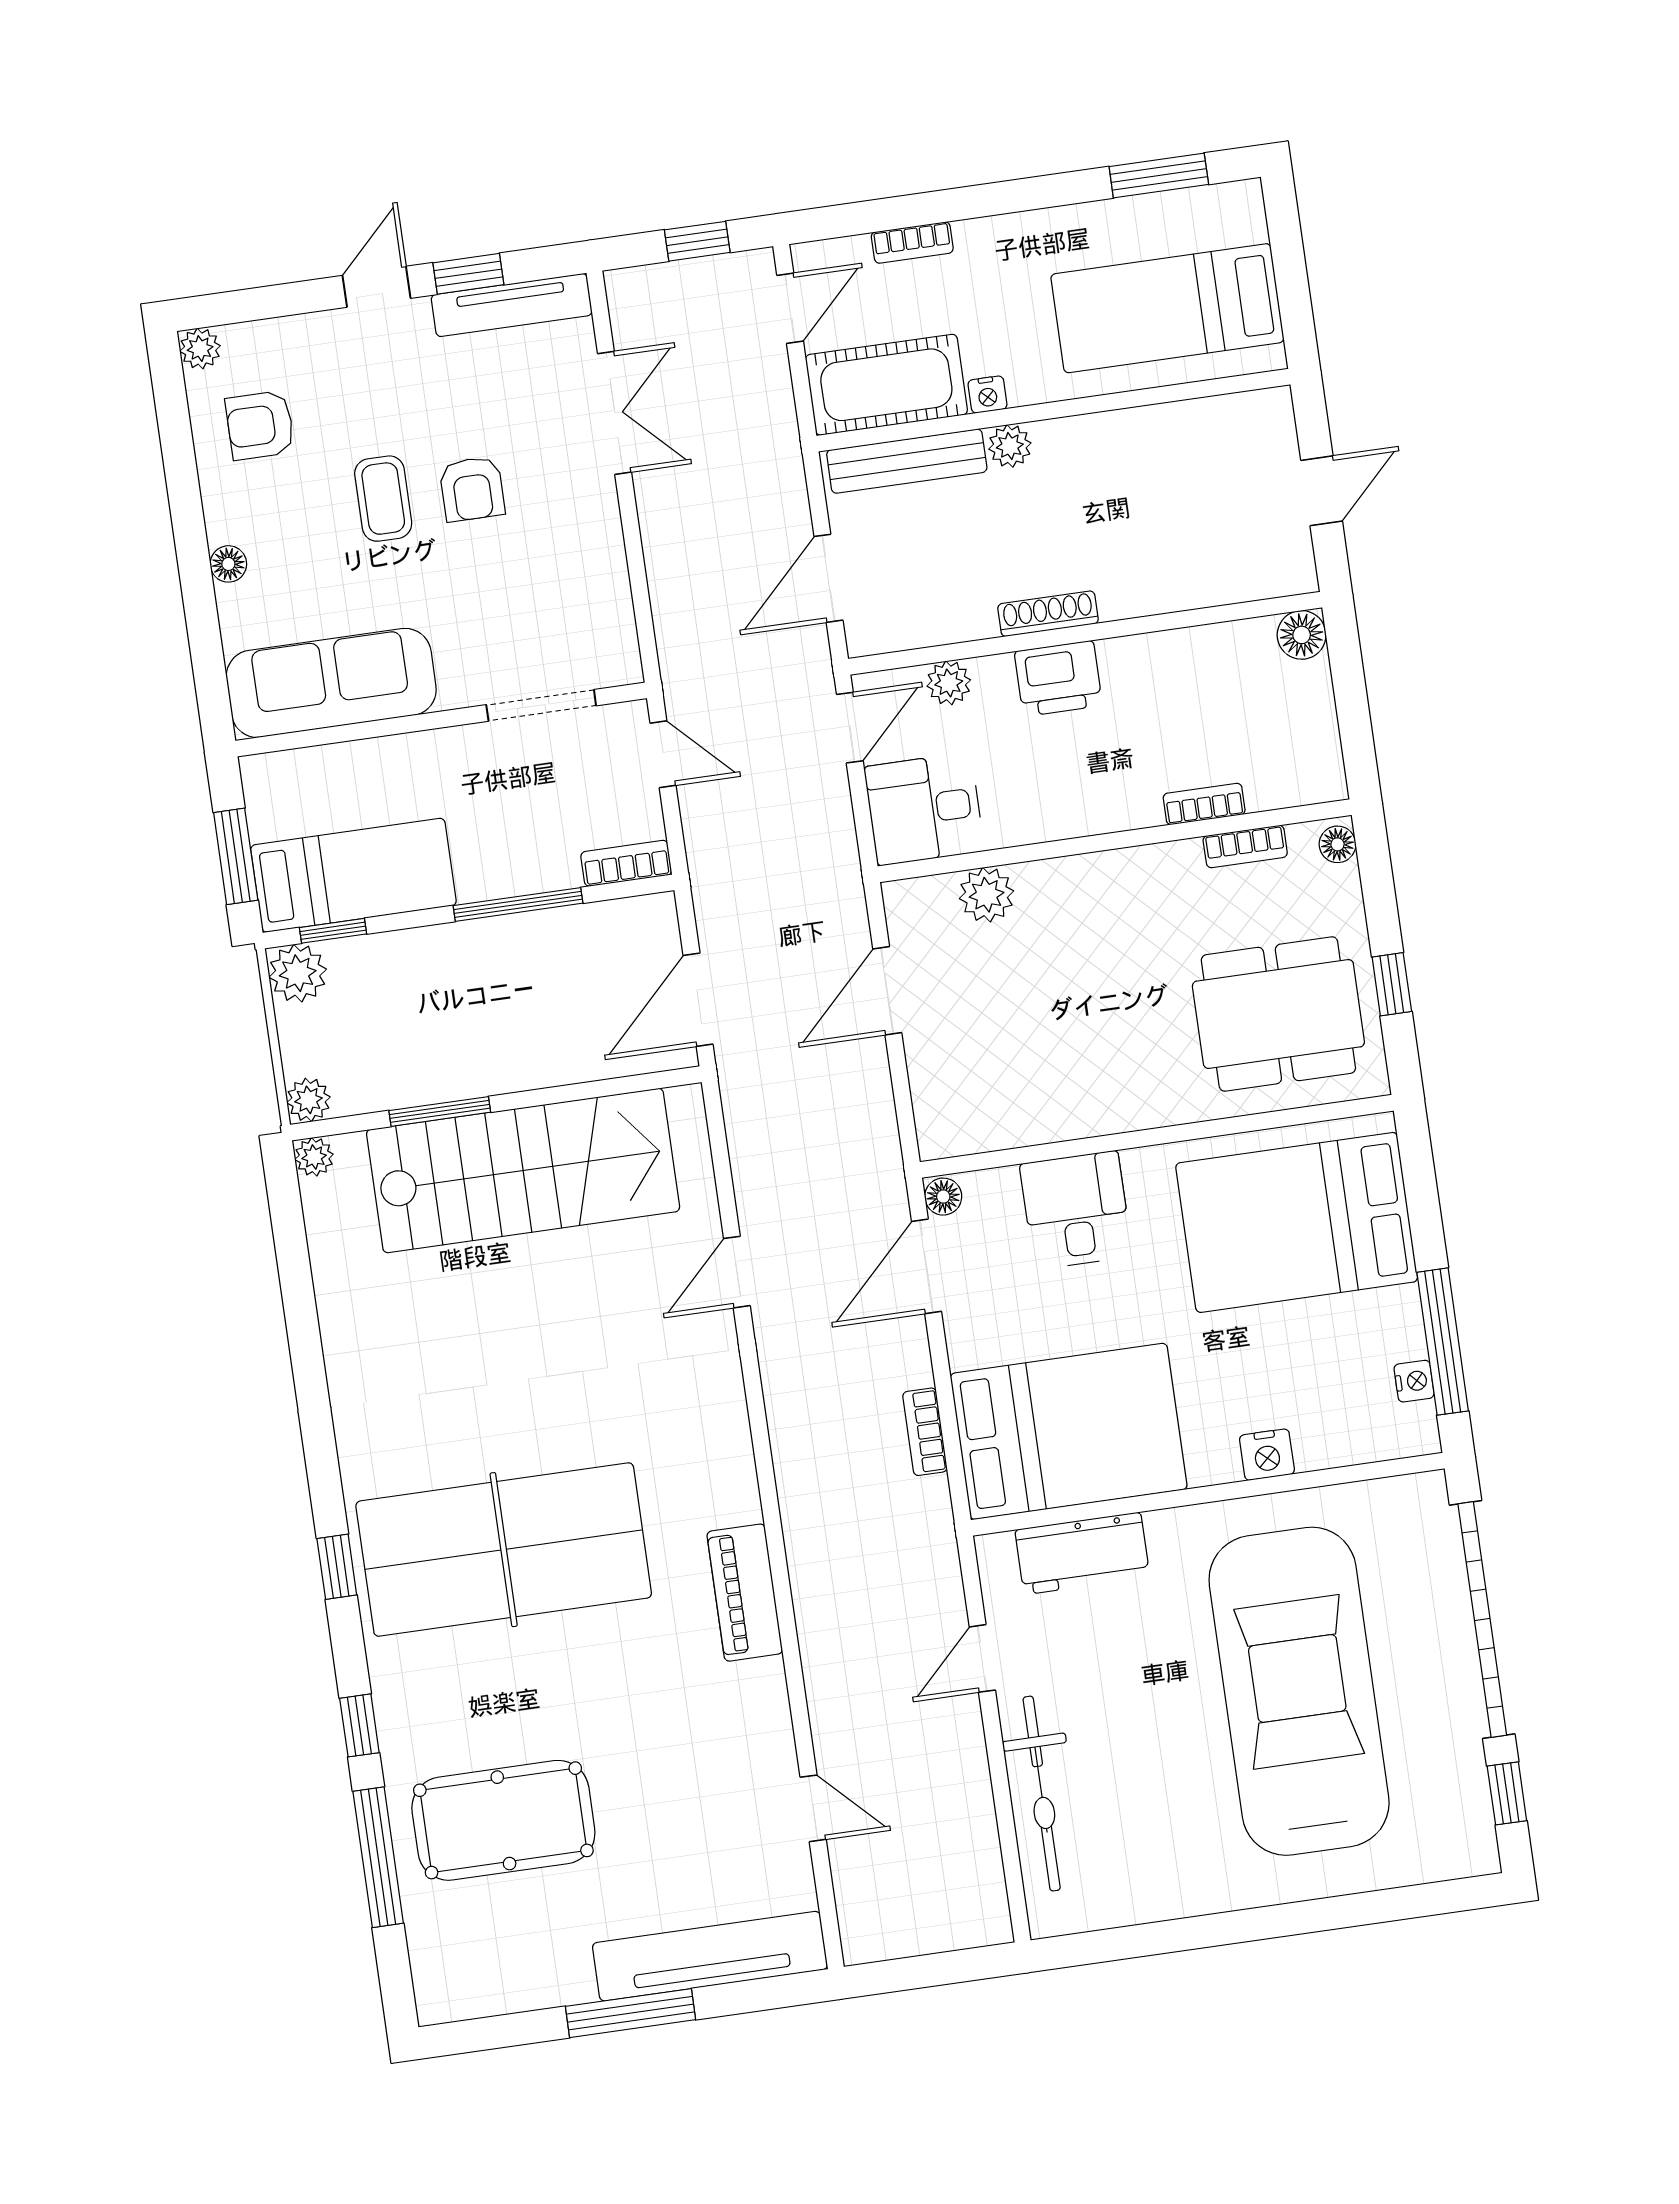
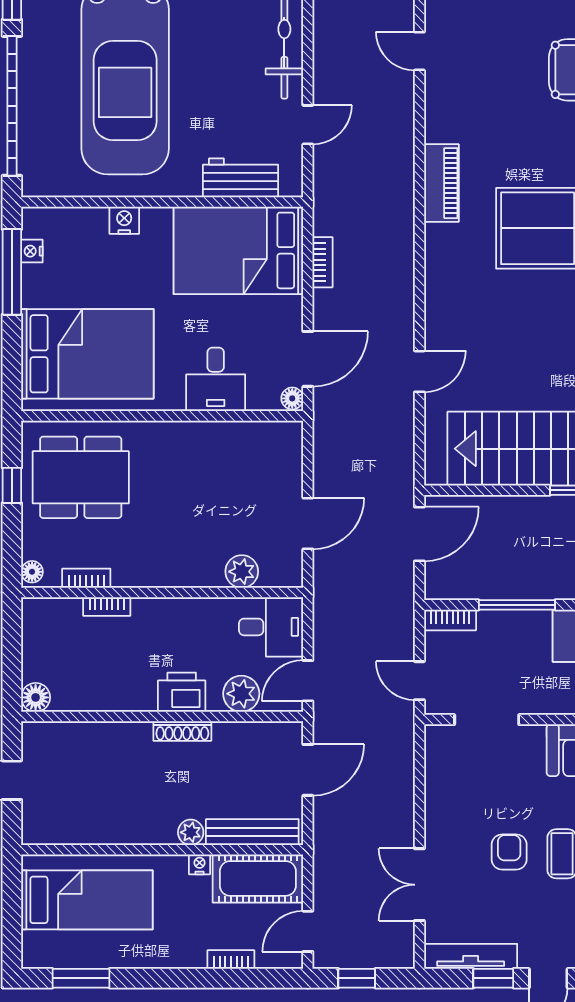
plant: (949, 683) -> (241, 694), width x1.38, depth x1.38

